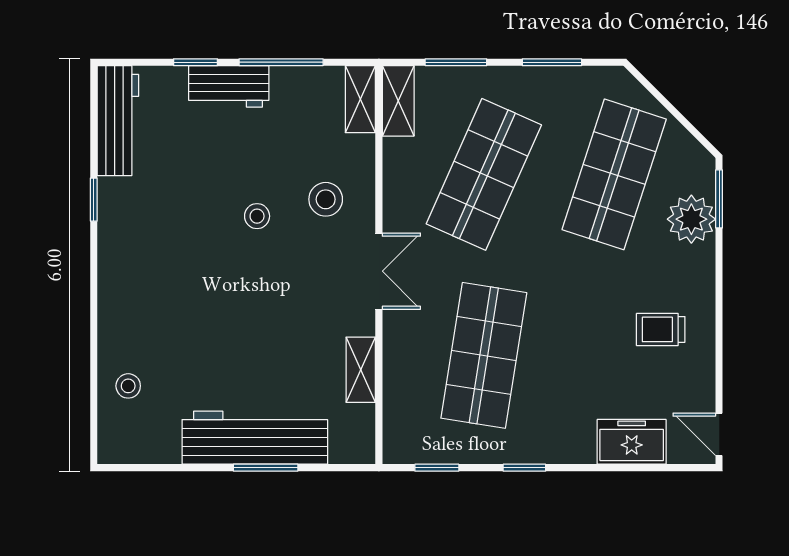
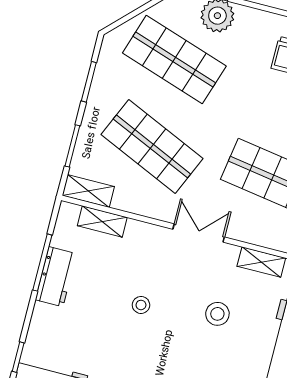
window: (196, 62) -> (18, 357), moved
workbench: (229, 86) -> (56, 277), moved
shelving: (360, 99) -> (102, 221), moved
stool: (326, 199) -> (217, 314), moved

